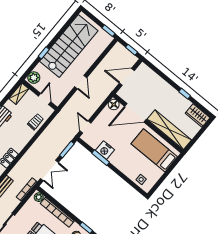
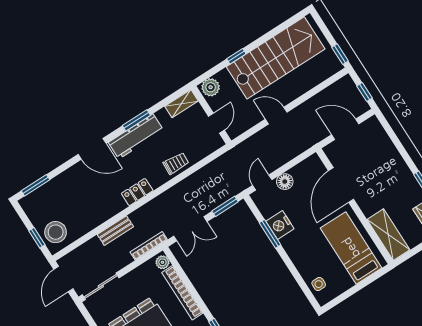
door: (81, 82) -> (276, 116), swing flipped
floor lamp: (114, 105) -> (285, 182), moved
door: (135, 113) -> (341, 185), hinge flipped
trolley: (35, 122) -> (176, 163), moved
shelving: (169, 130) -> (388, 235), width x0.68

